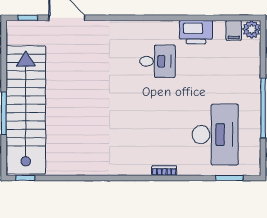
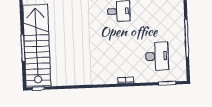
desk: (215, 135) -> (157, 56), width x0.73, depth x0.77

